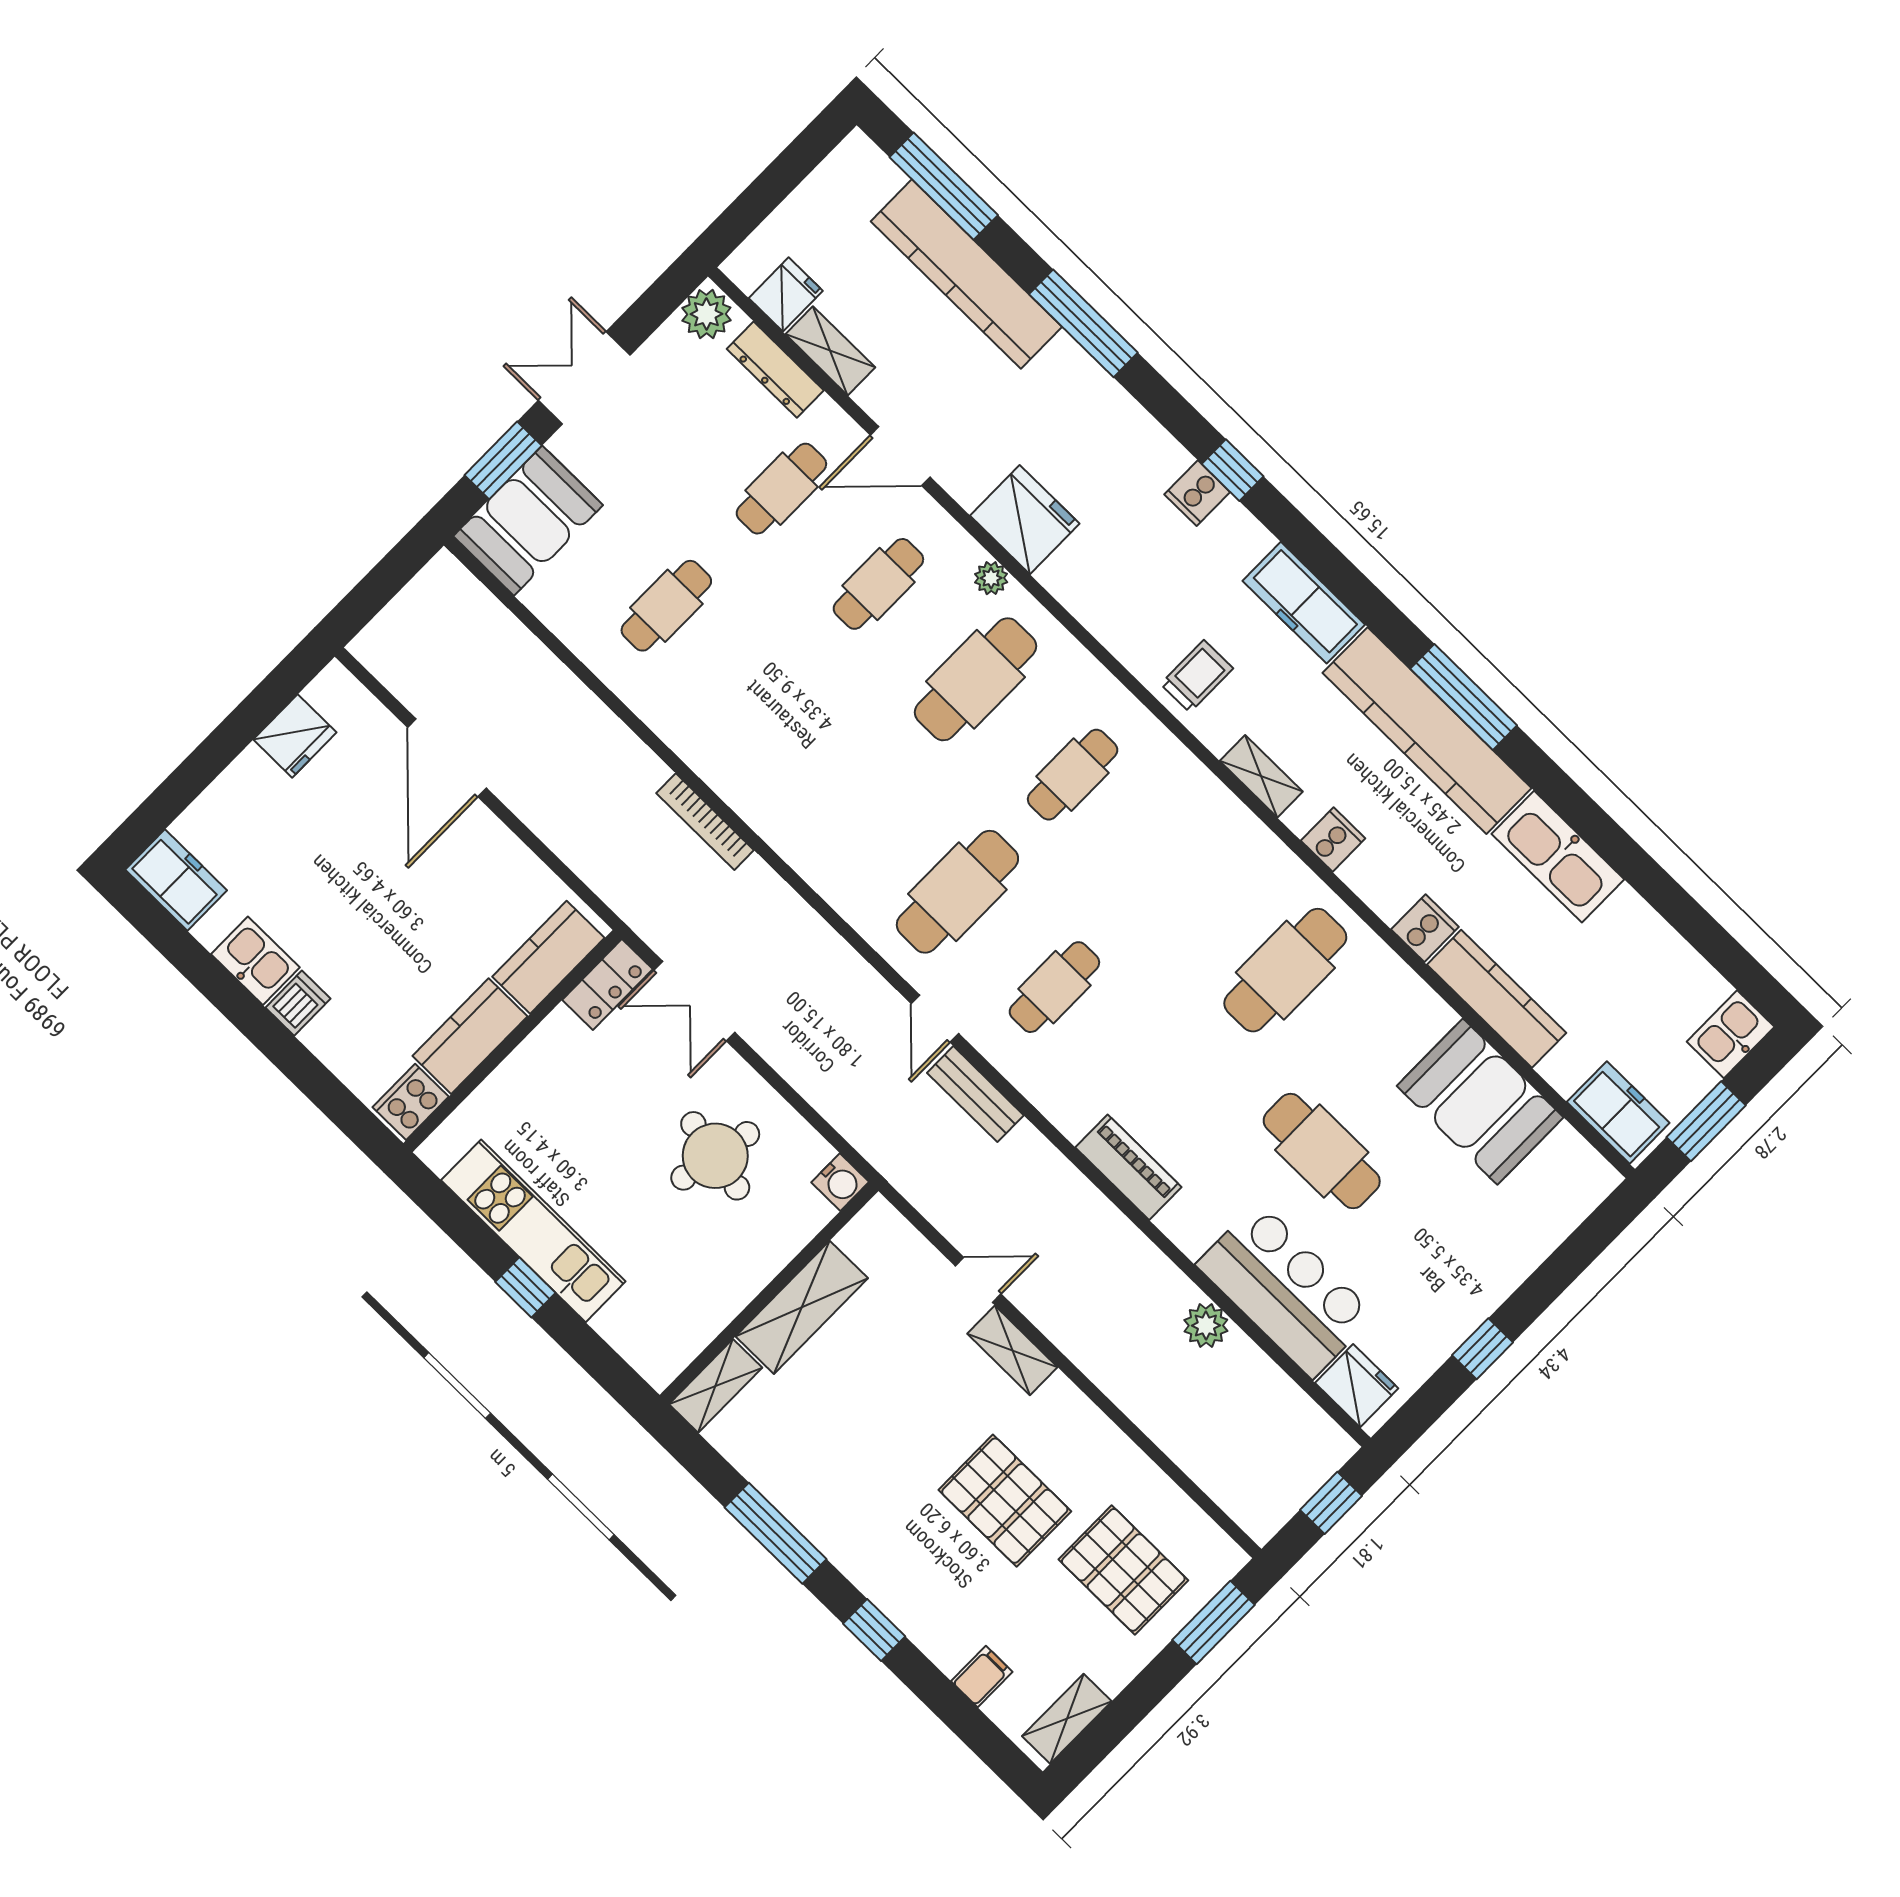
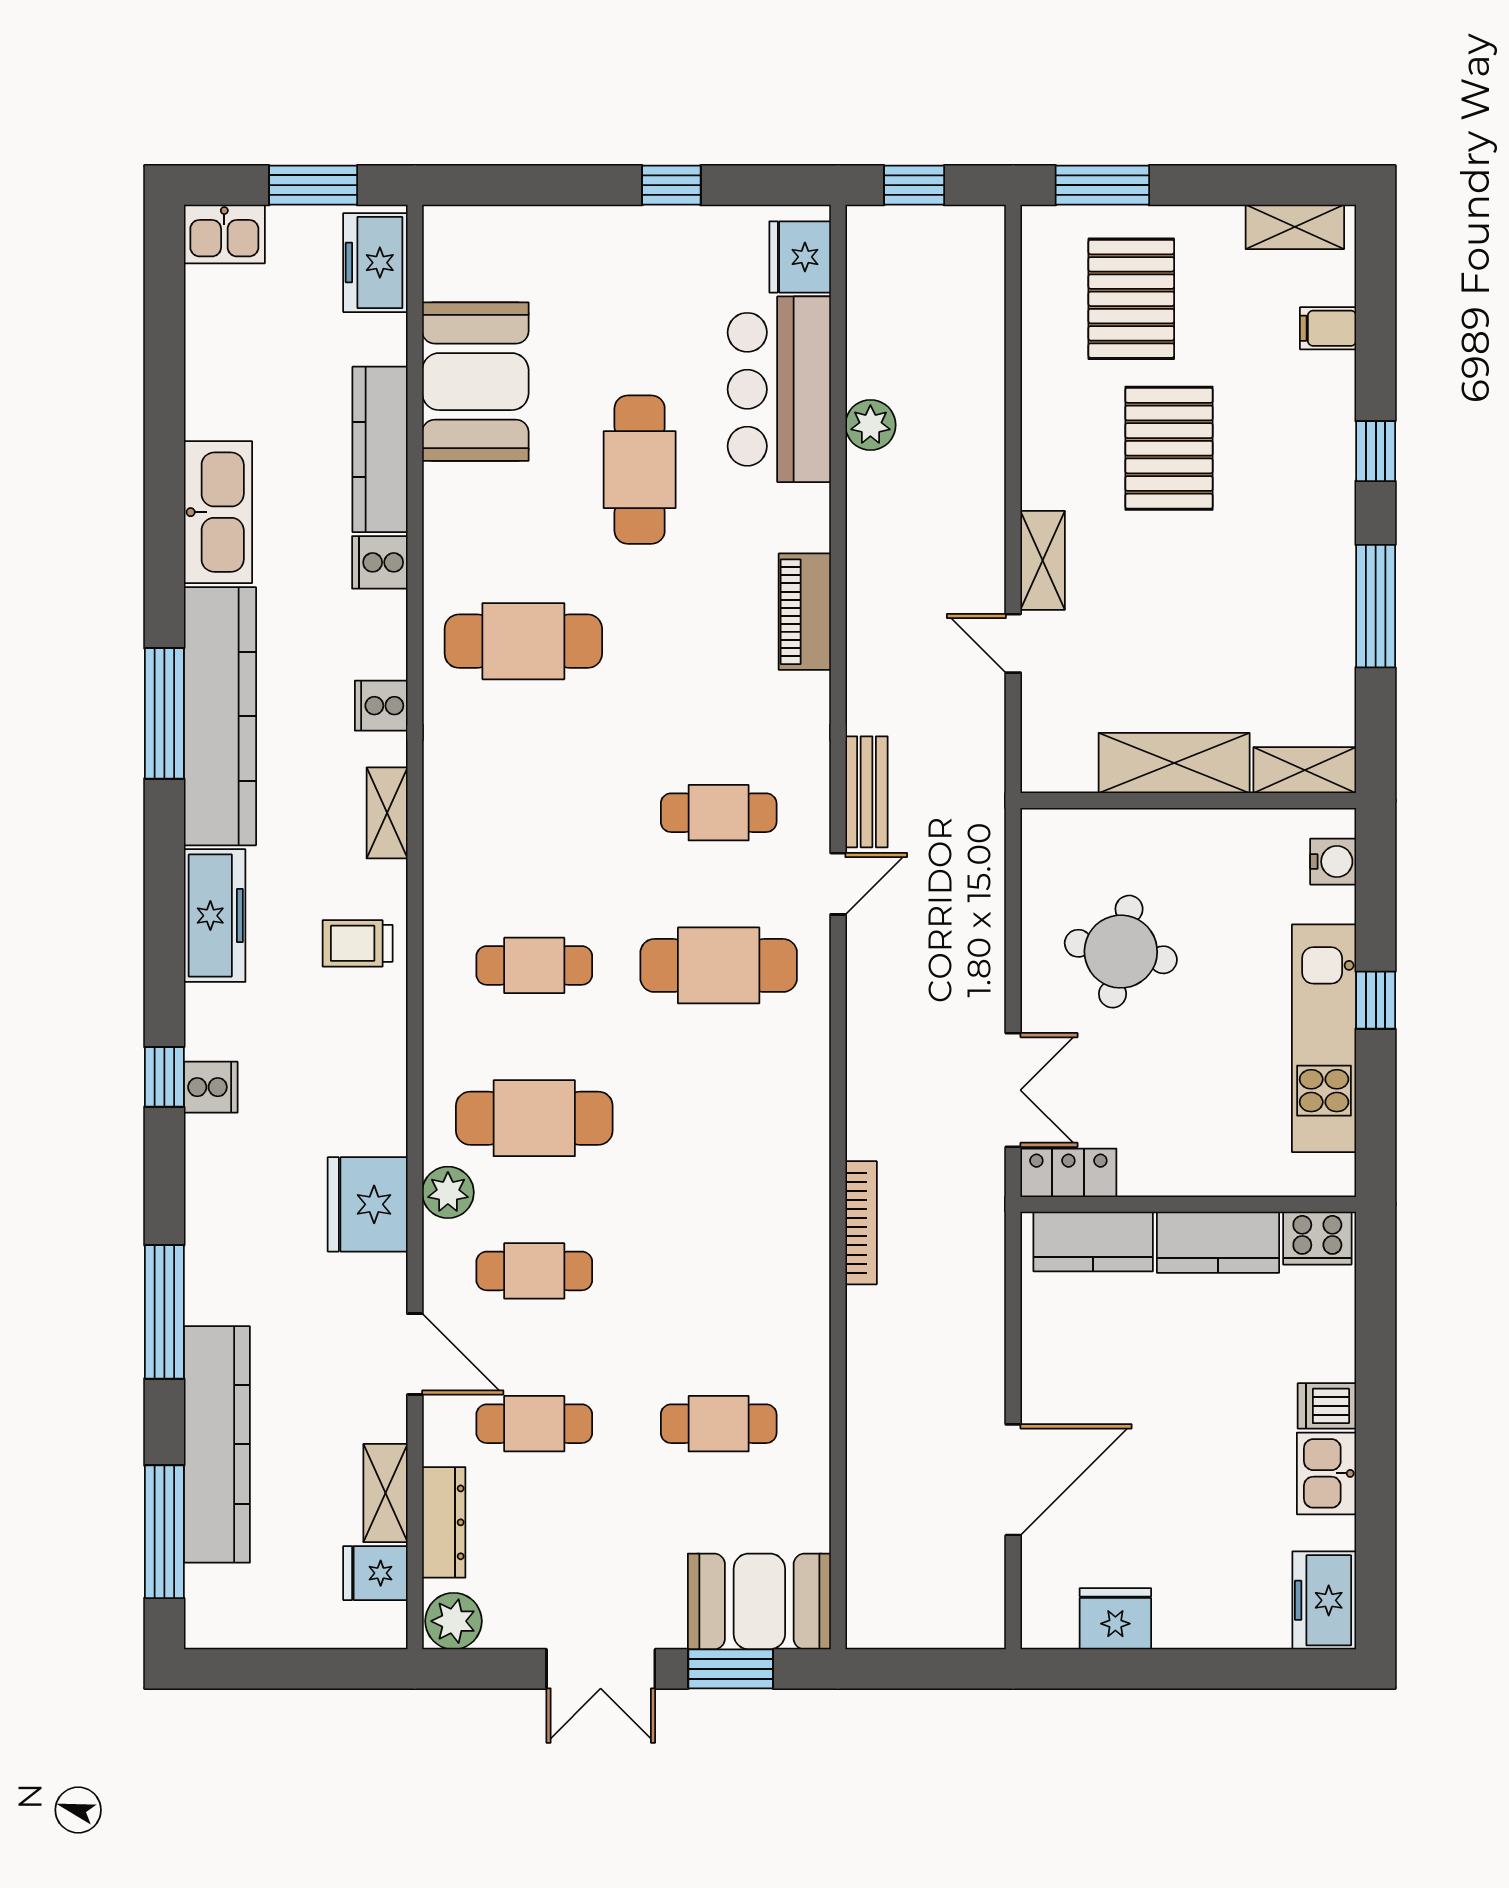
plant: (991, 578) -> (448, 1192), width x1.38, depth x1.38
water cooler: (840, 1182) -> (1333, 862), moved, turned 90

